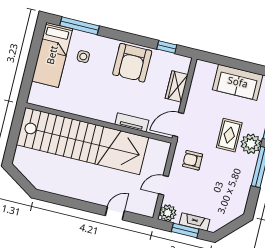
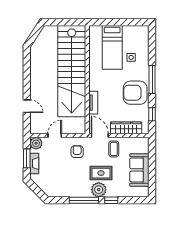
window: (80, 26) -> (152, 80), moved
bed: (52, 55) -> (112, 47), moved, turned -90
wardrobe: (177, 86) -> (126, 128), width x1.50
coffee table: (201, 110) -> (114, 149), added
door: (163, 185) -> (55, 135), hinge flipped

